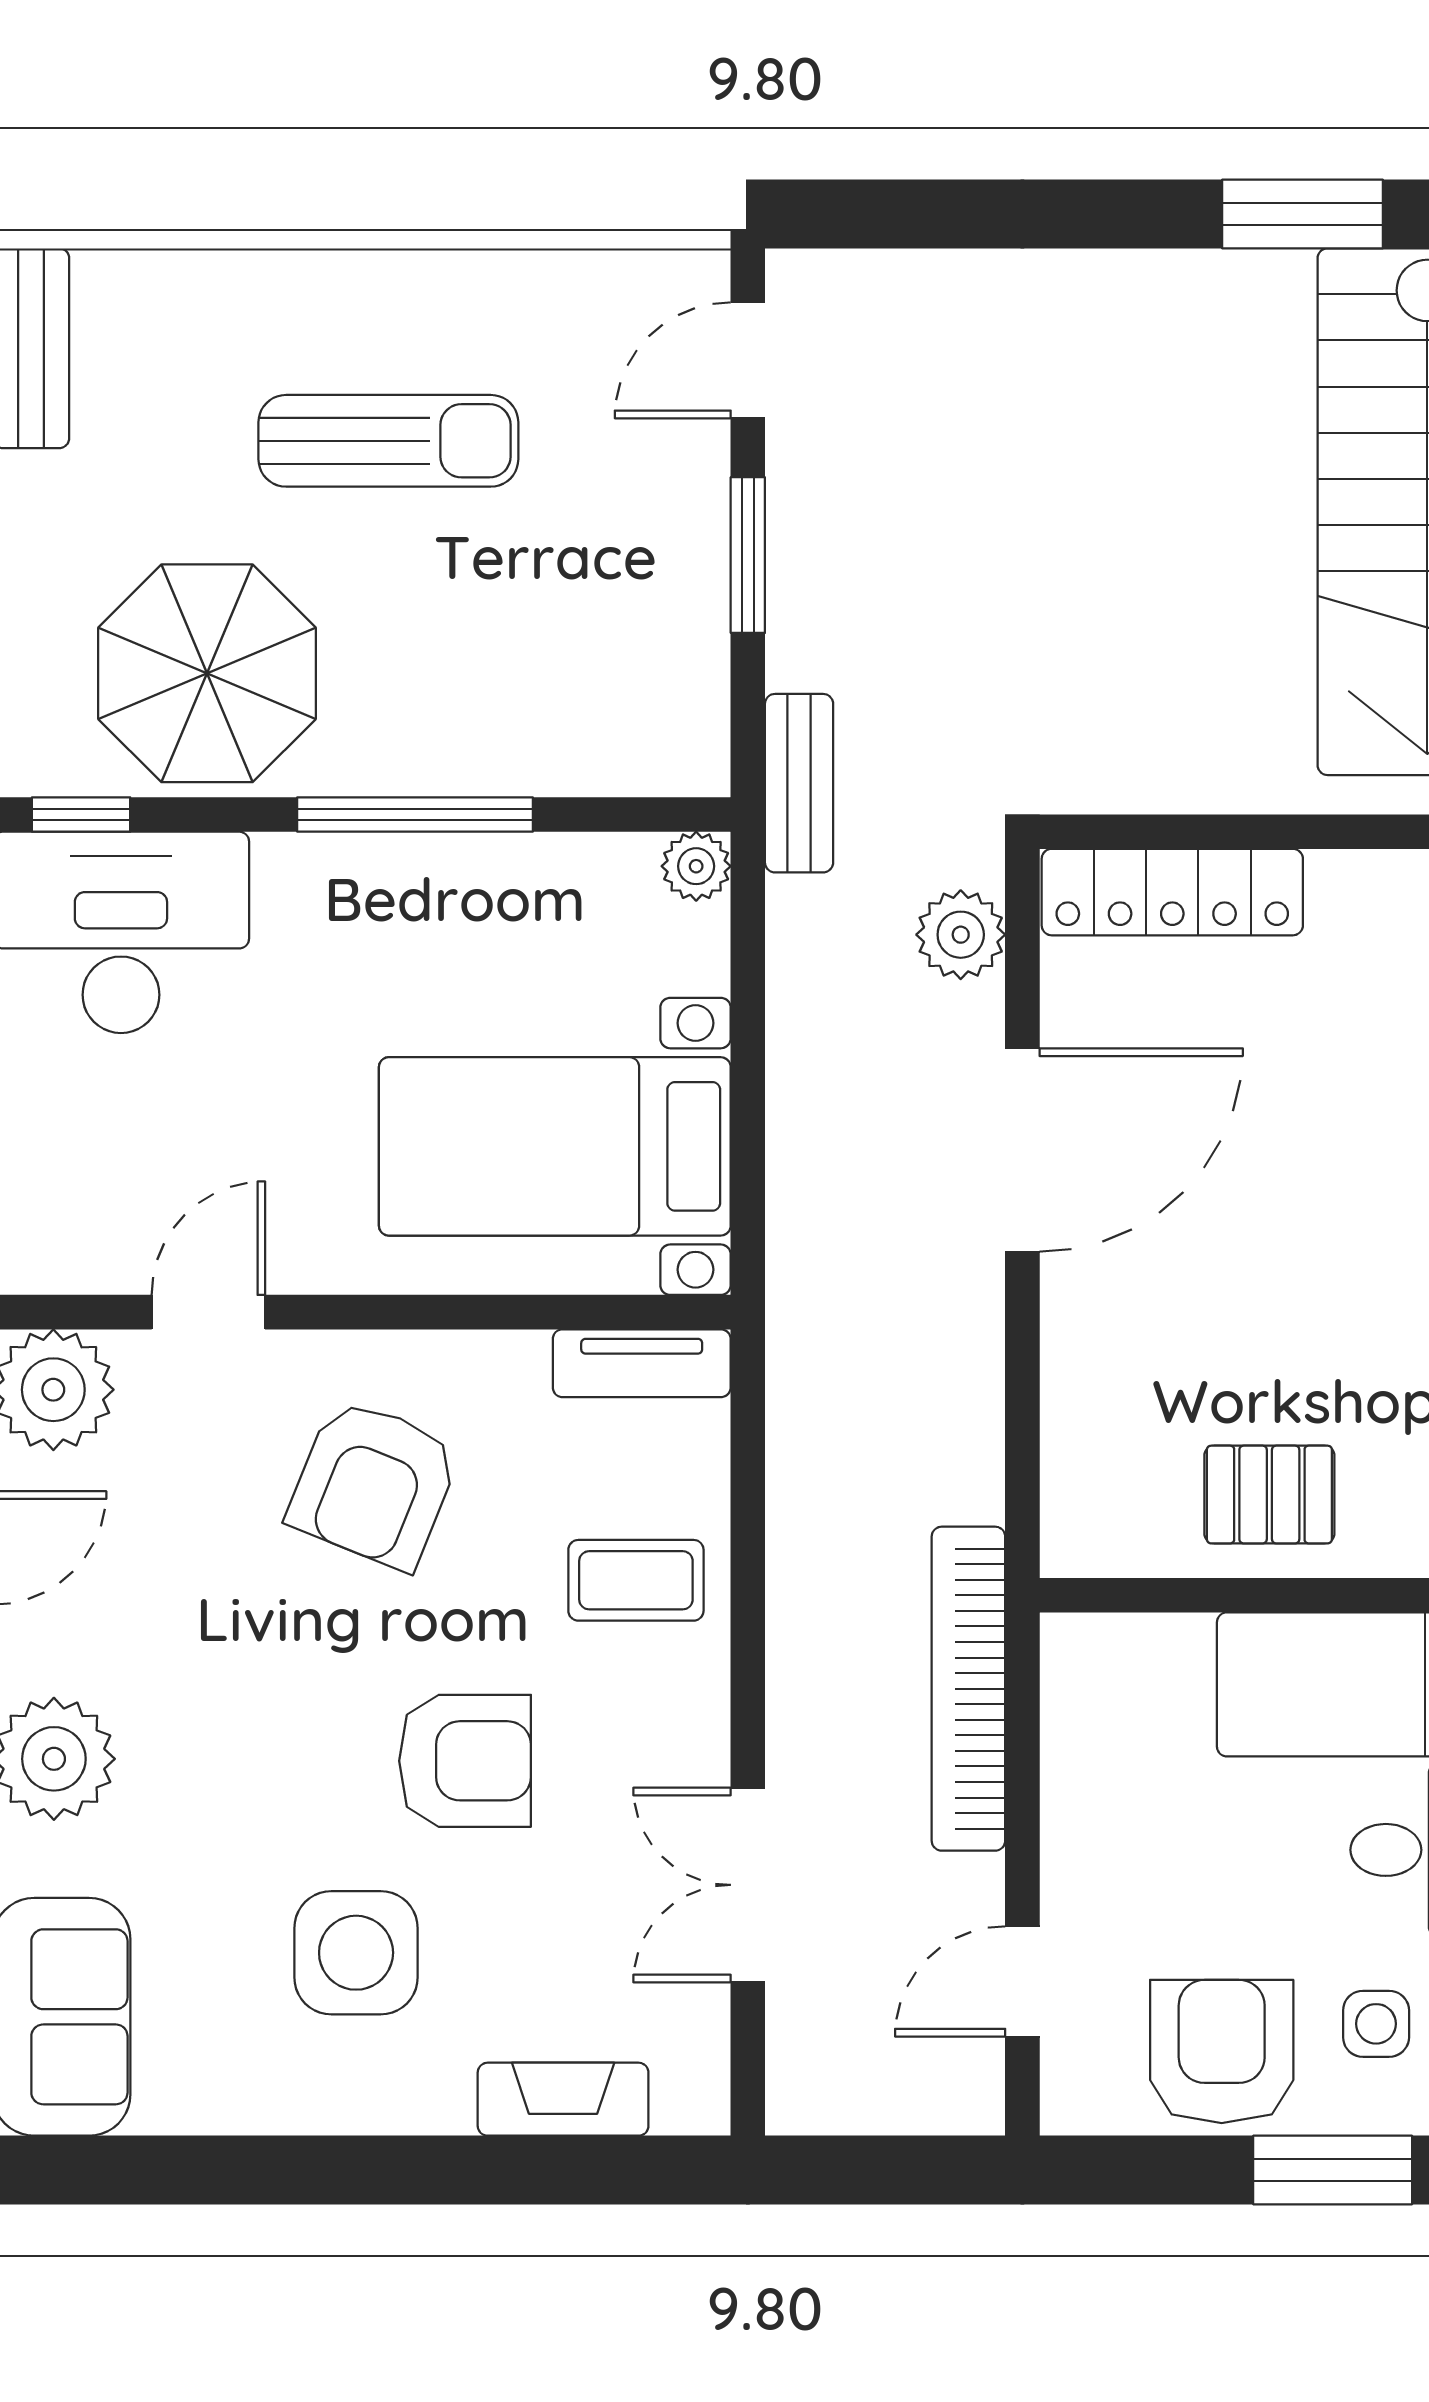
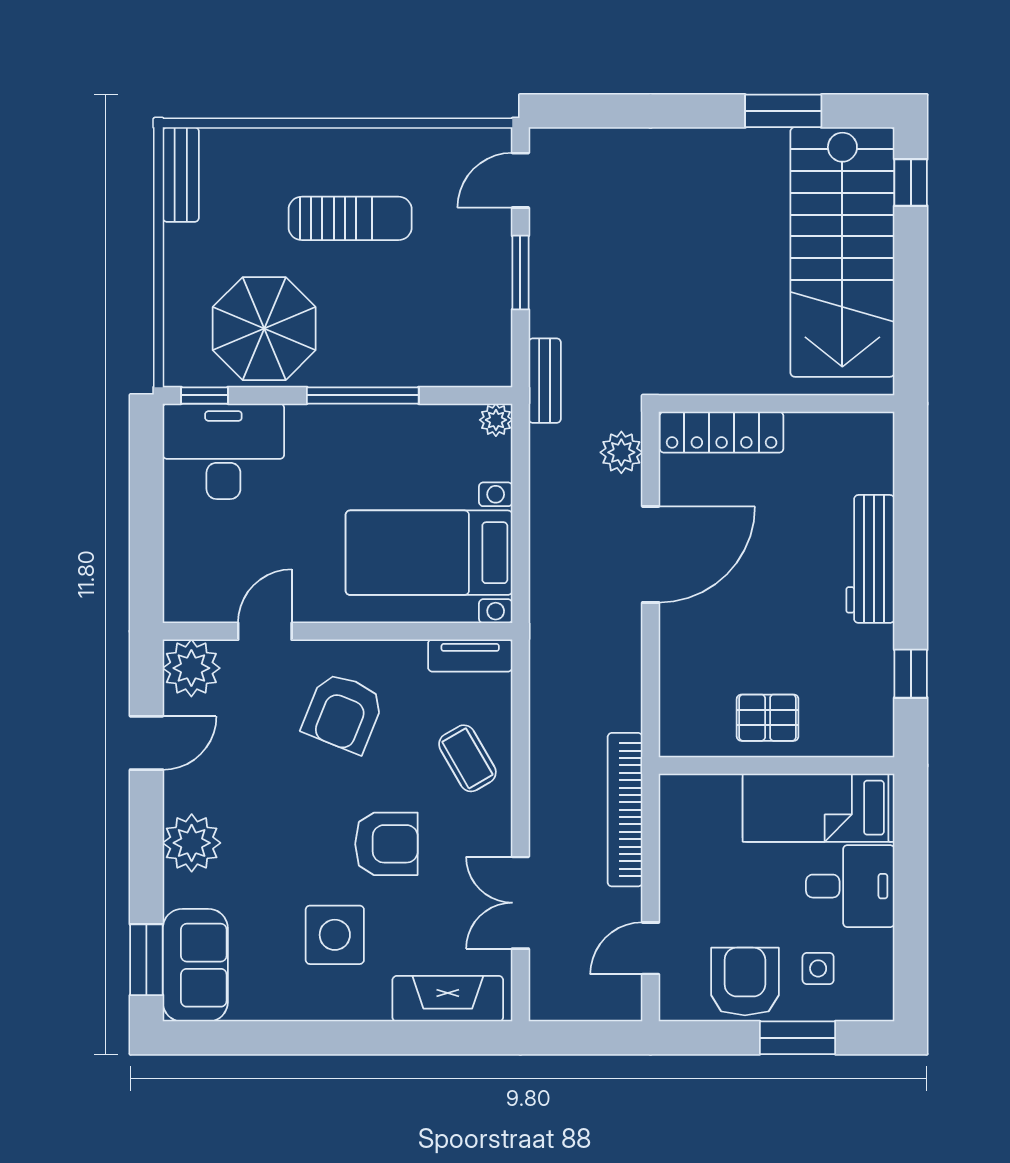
coffee table: (636, 1580) -> (467, 758), turned 60
fireplace: (563, 2099) -> (448, 999), width x1.37, depth x1.32

